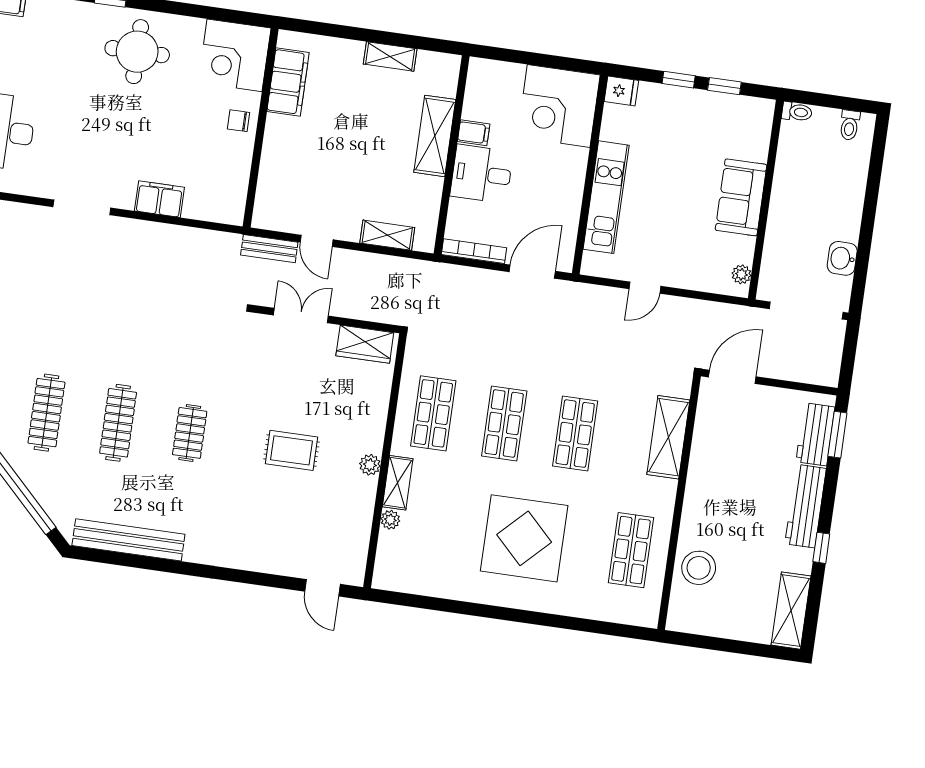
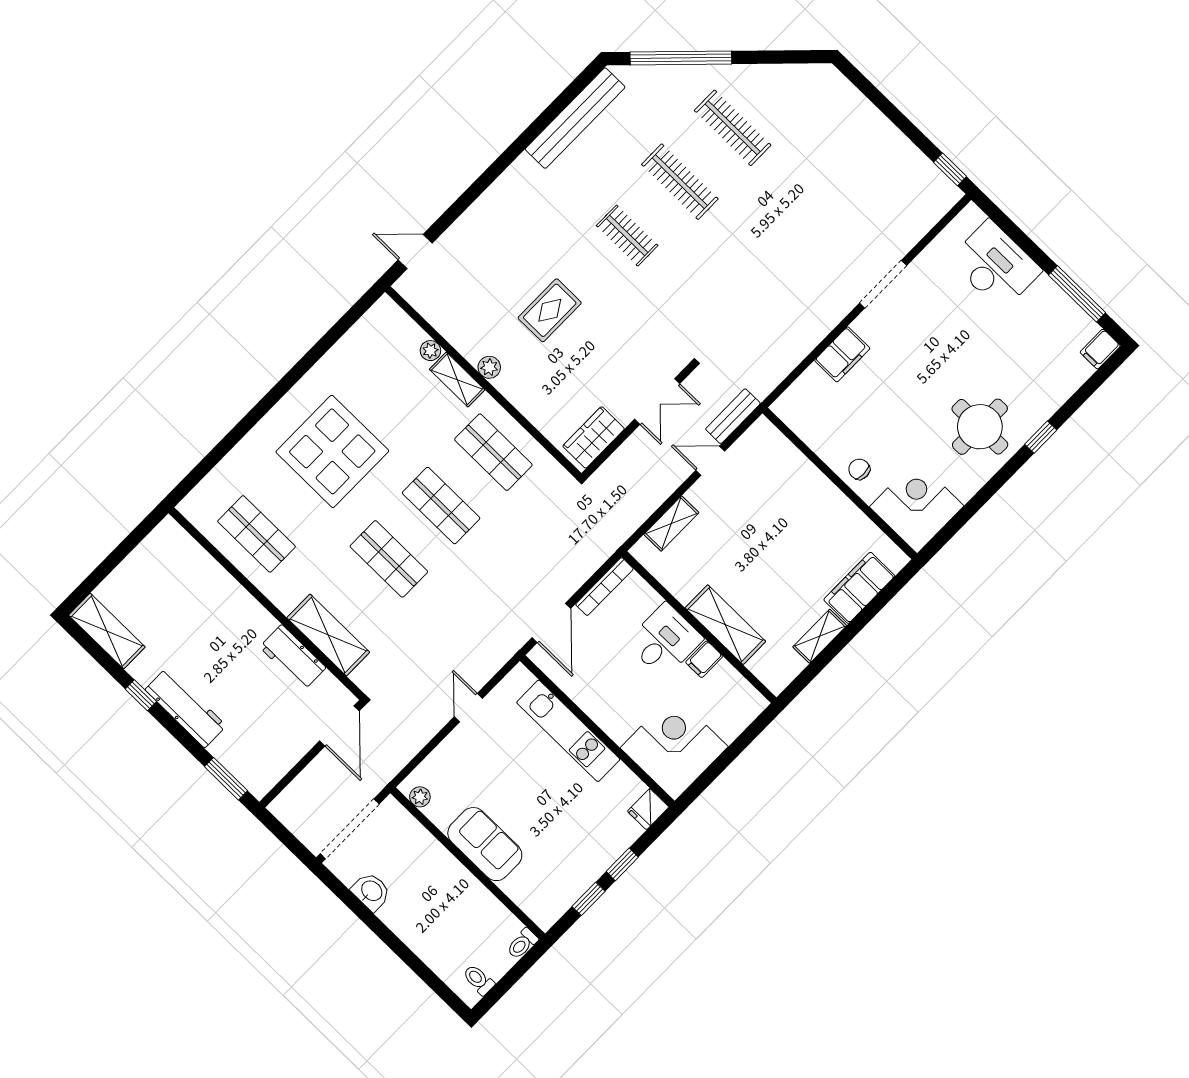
filing cabinet: (288, 82) -> (859, 588), moved, turned 90
chair: (239, 121) -> (859, 469), turned -90
workbench: (815, 434) -> (293, 657), moved, turned 180
stool: (699, 568) -> (200, 580), removed

